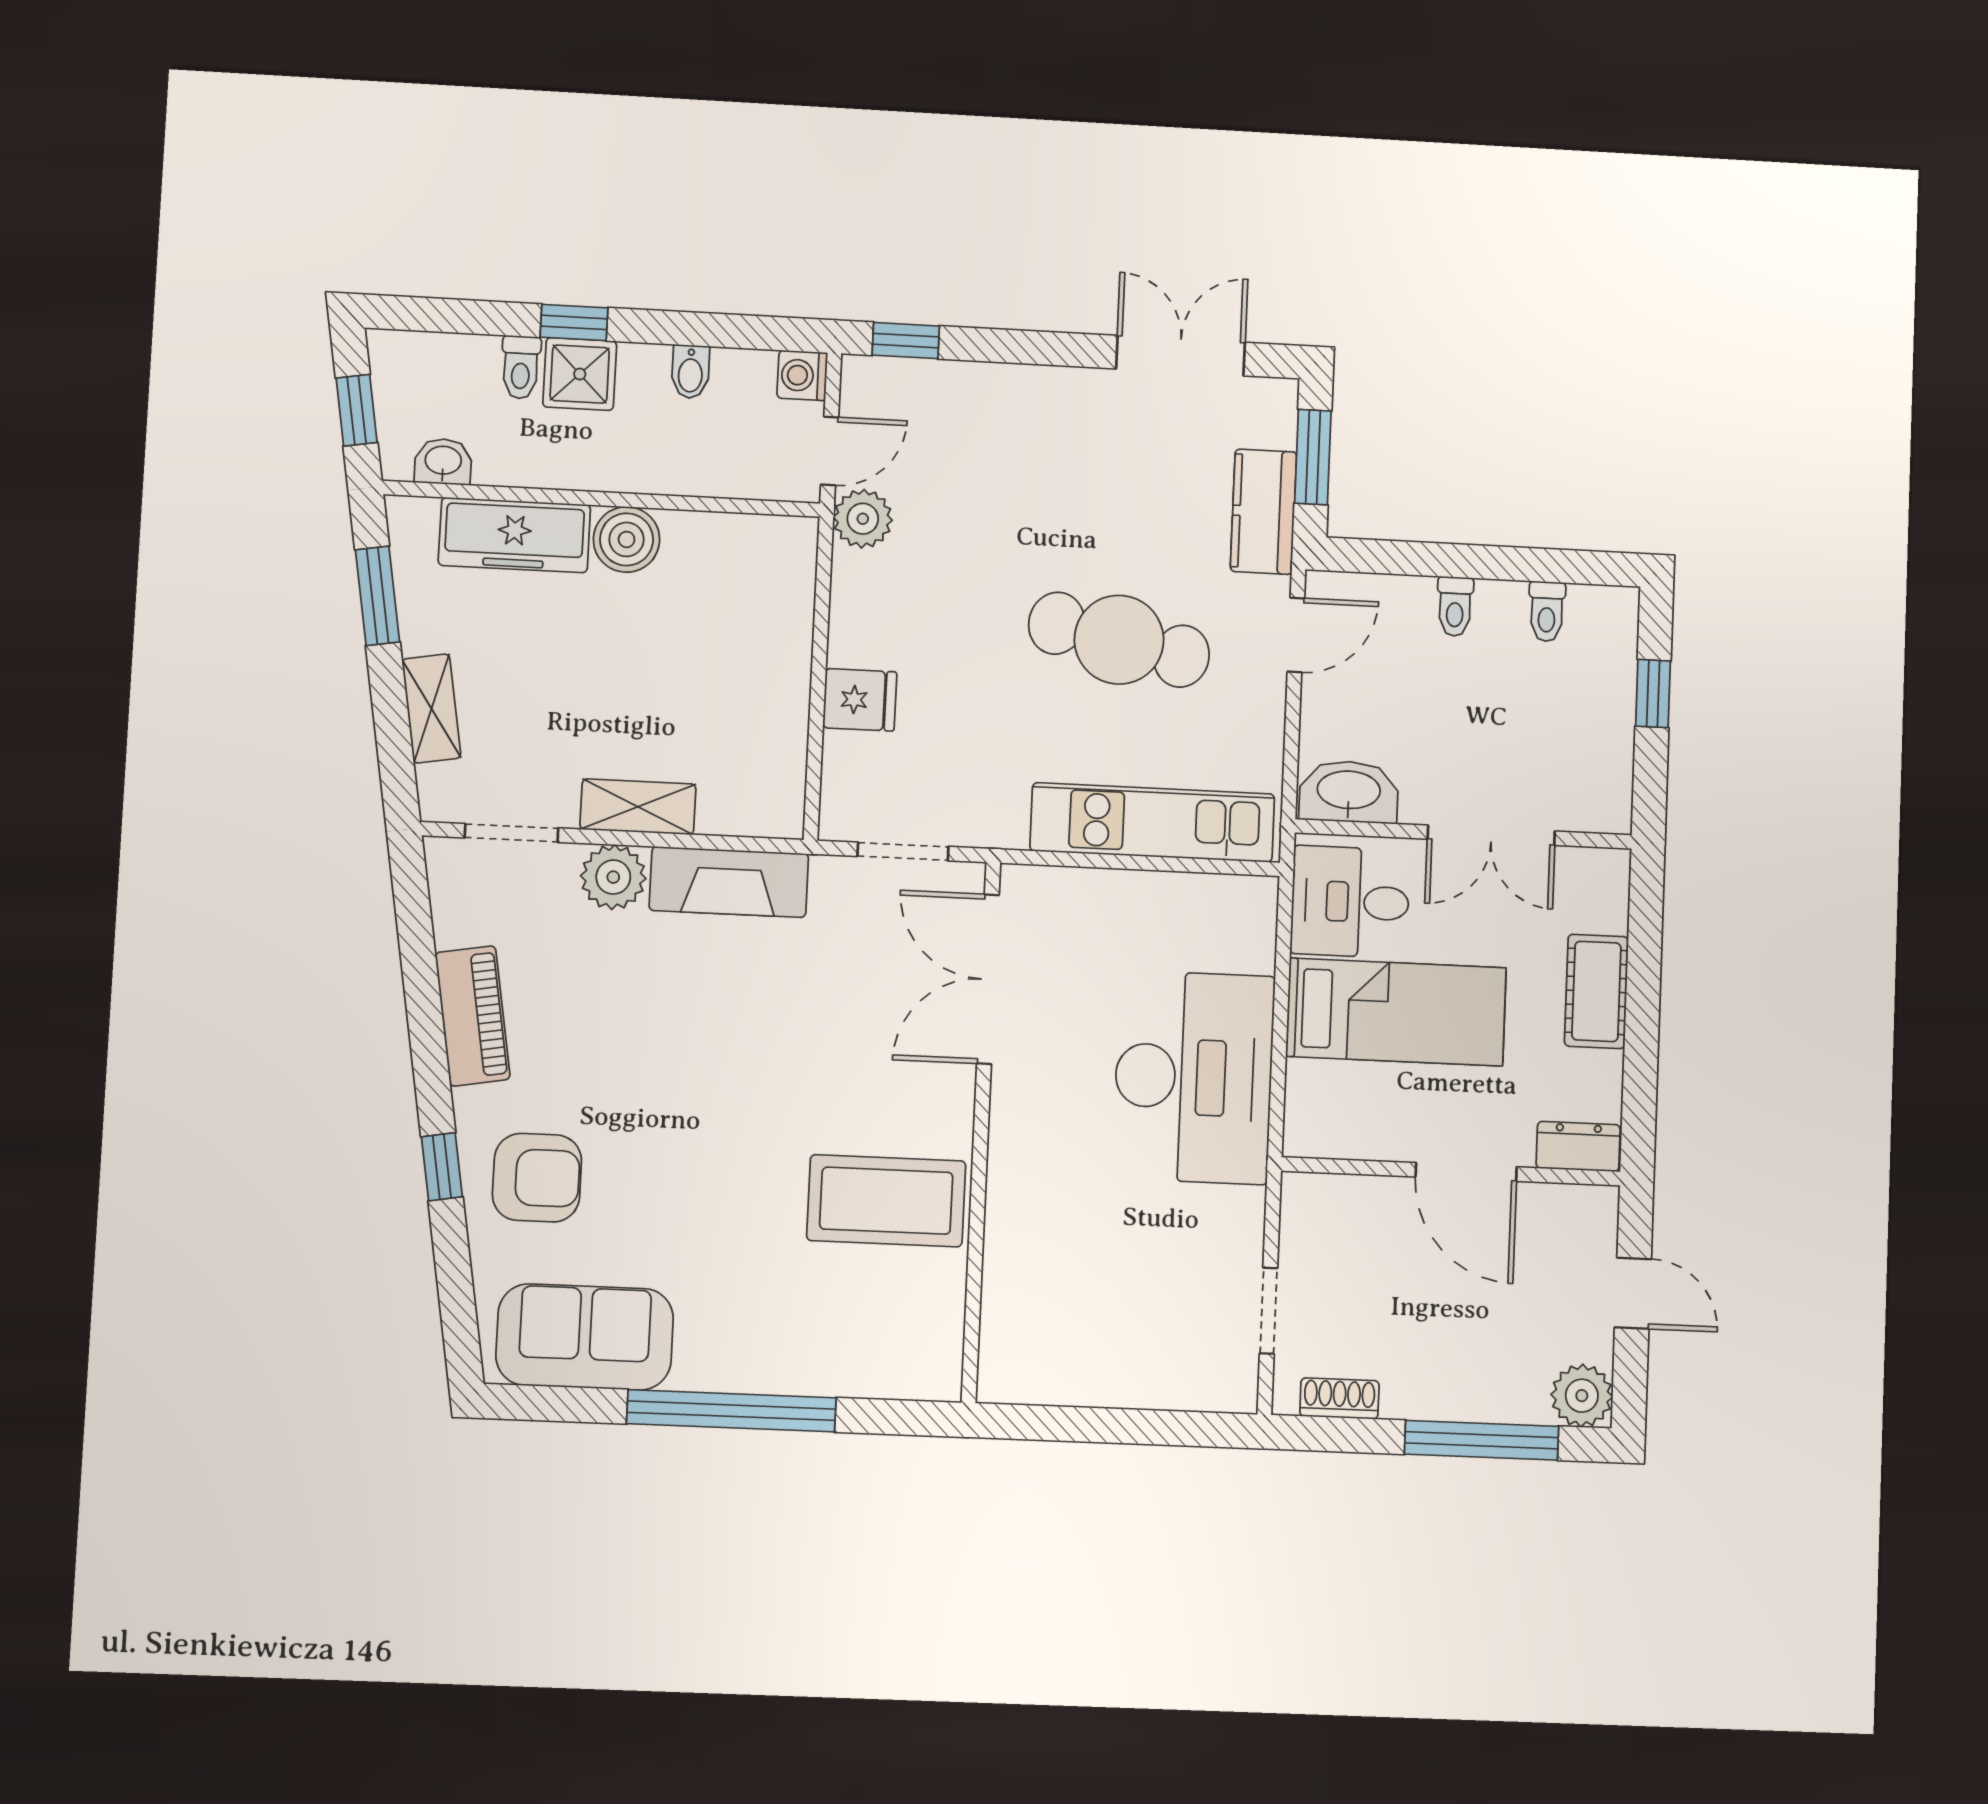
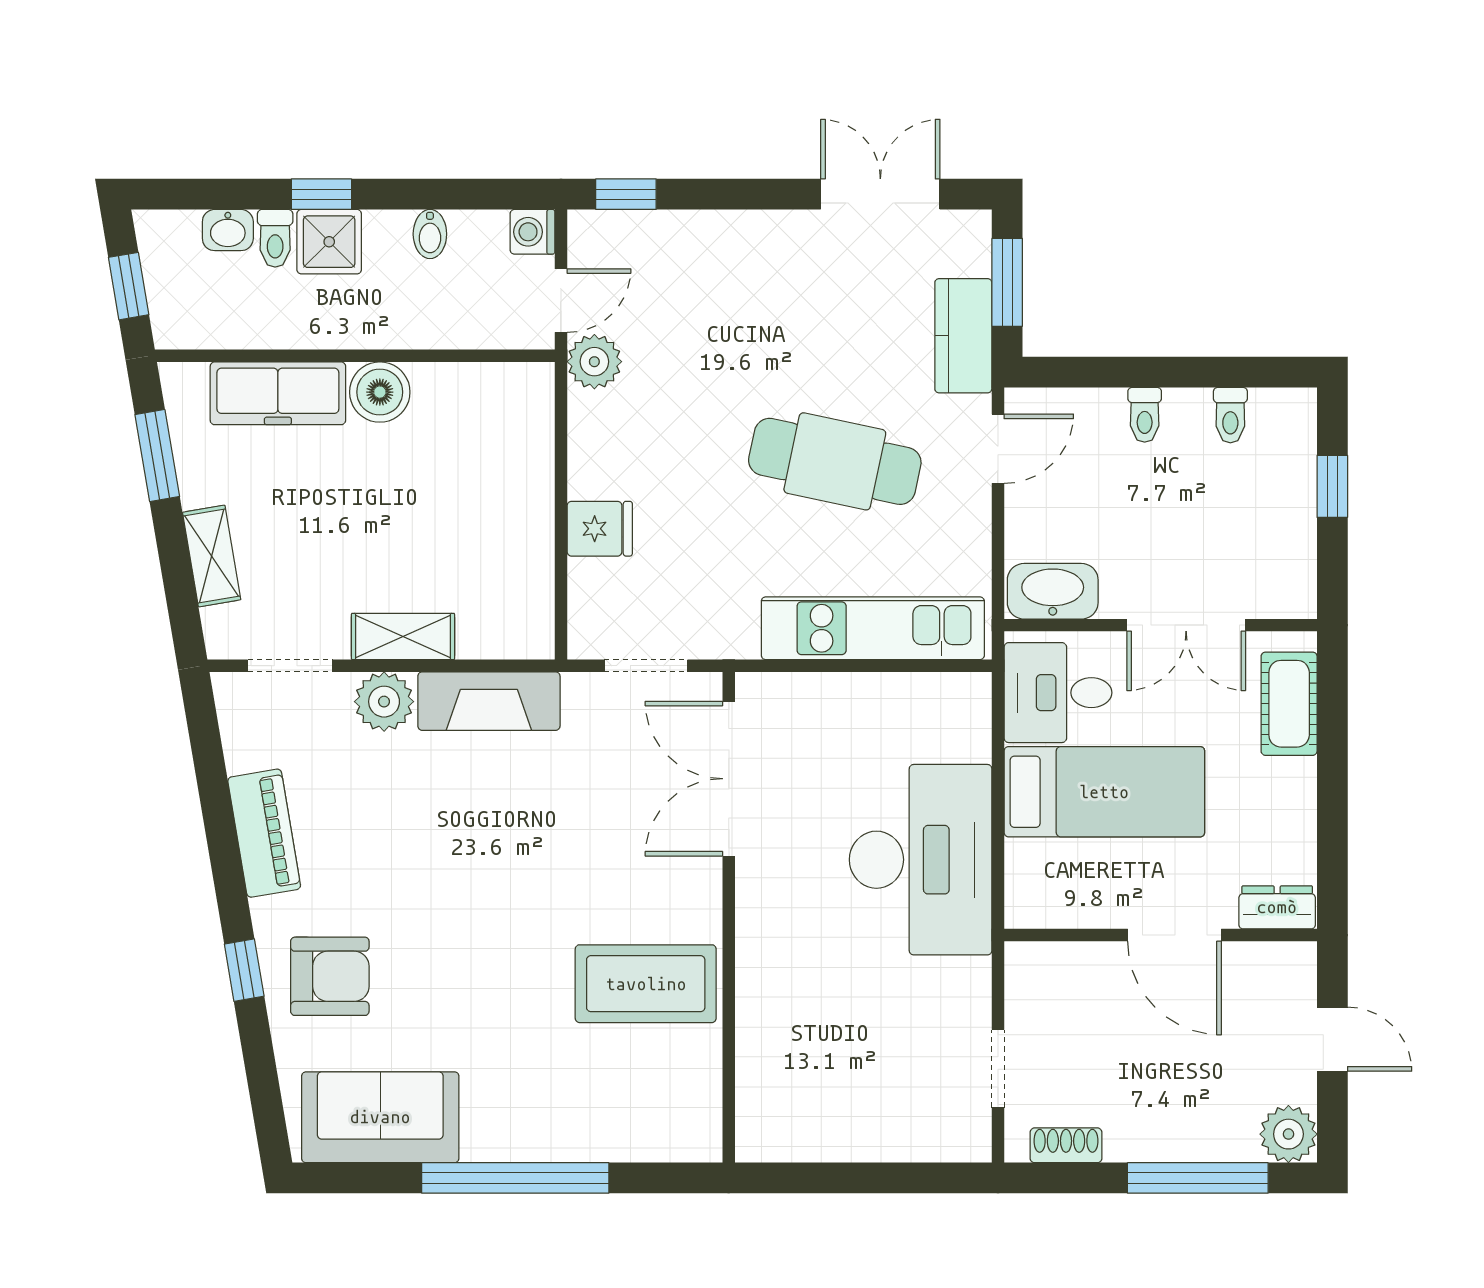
washbasin: (443, 461) -> (228, 230), moved, turned 180
cot: (1596, 991) -> (1289, 704), moved

